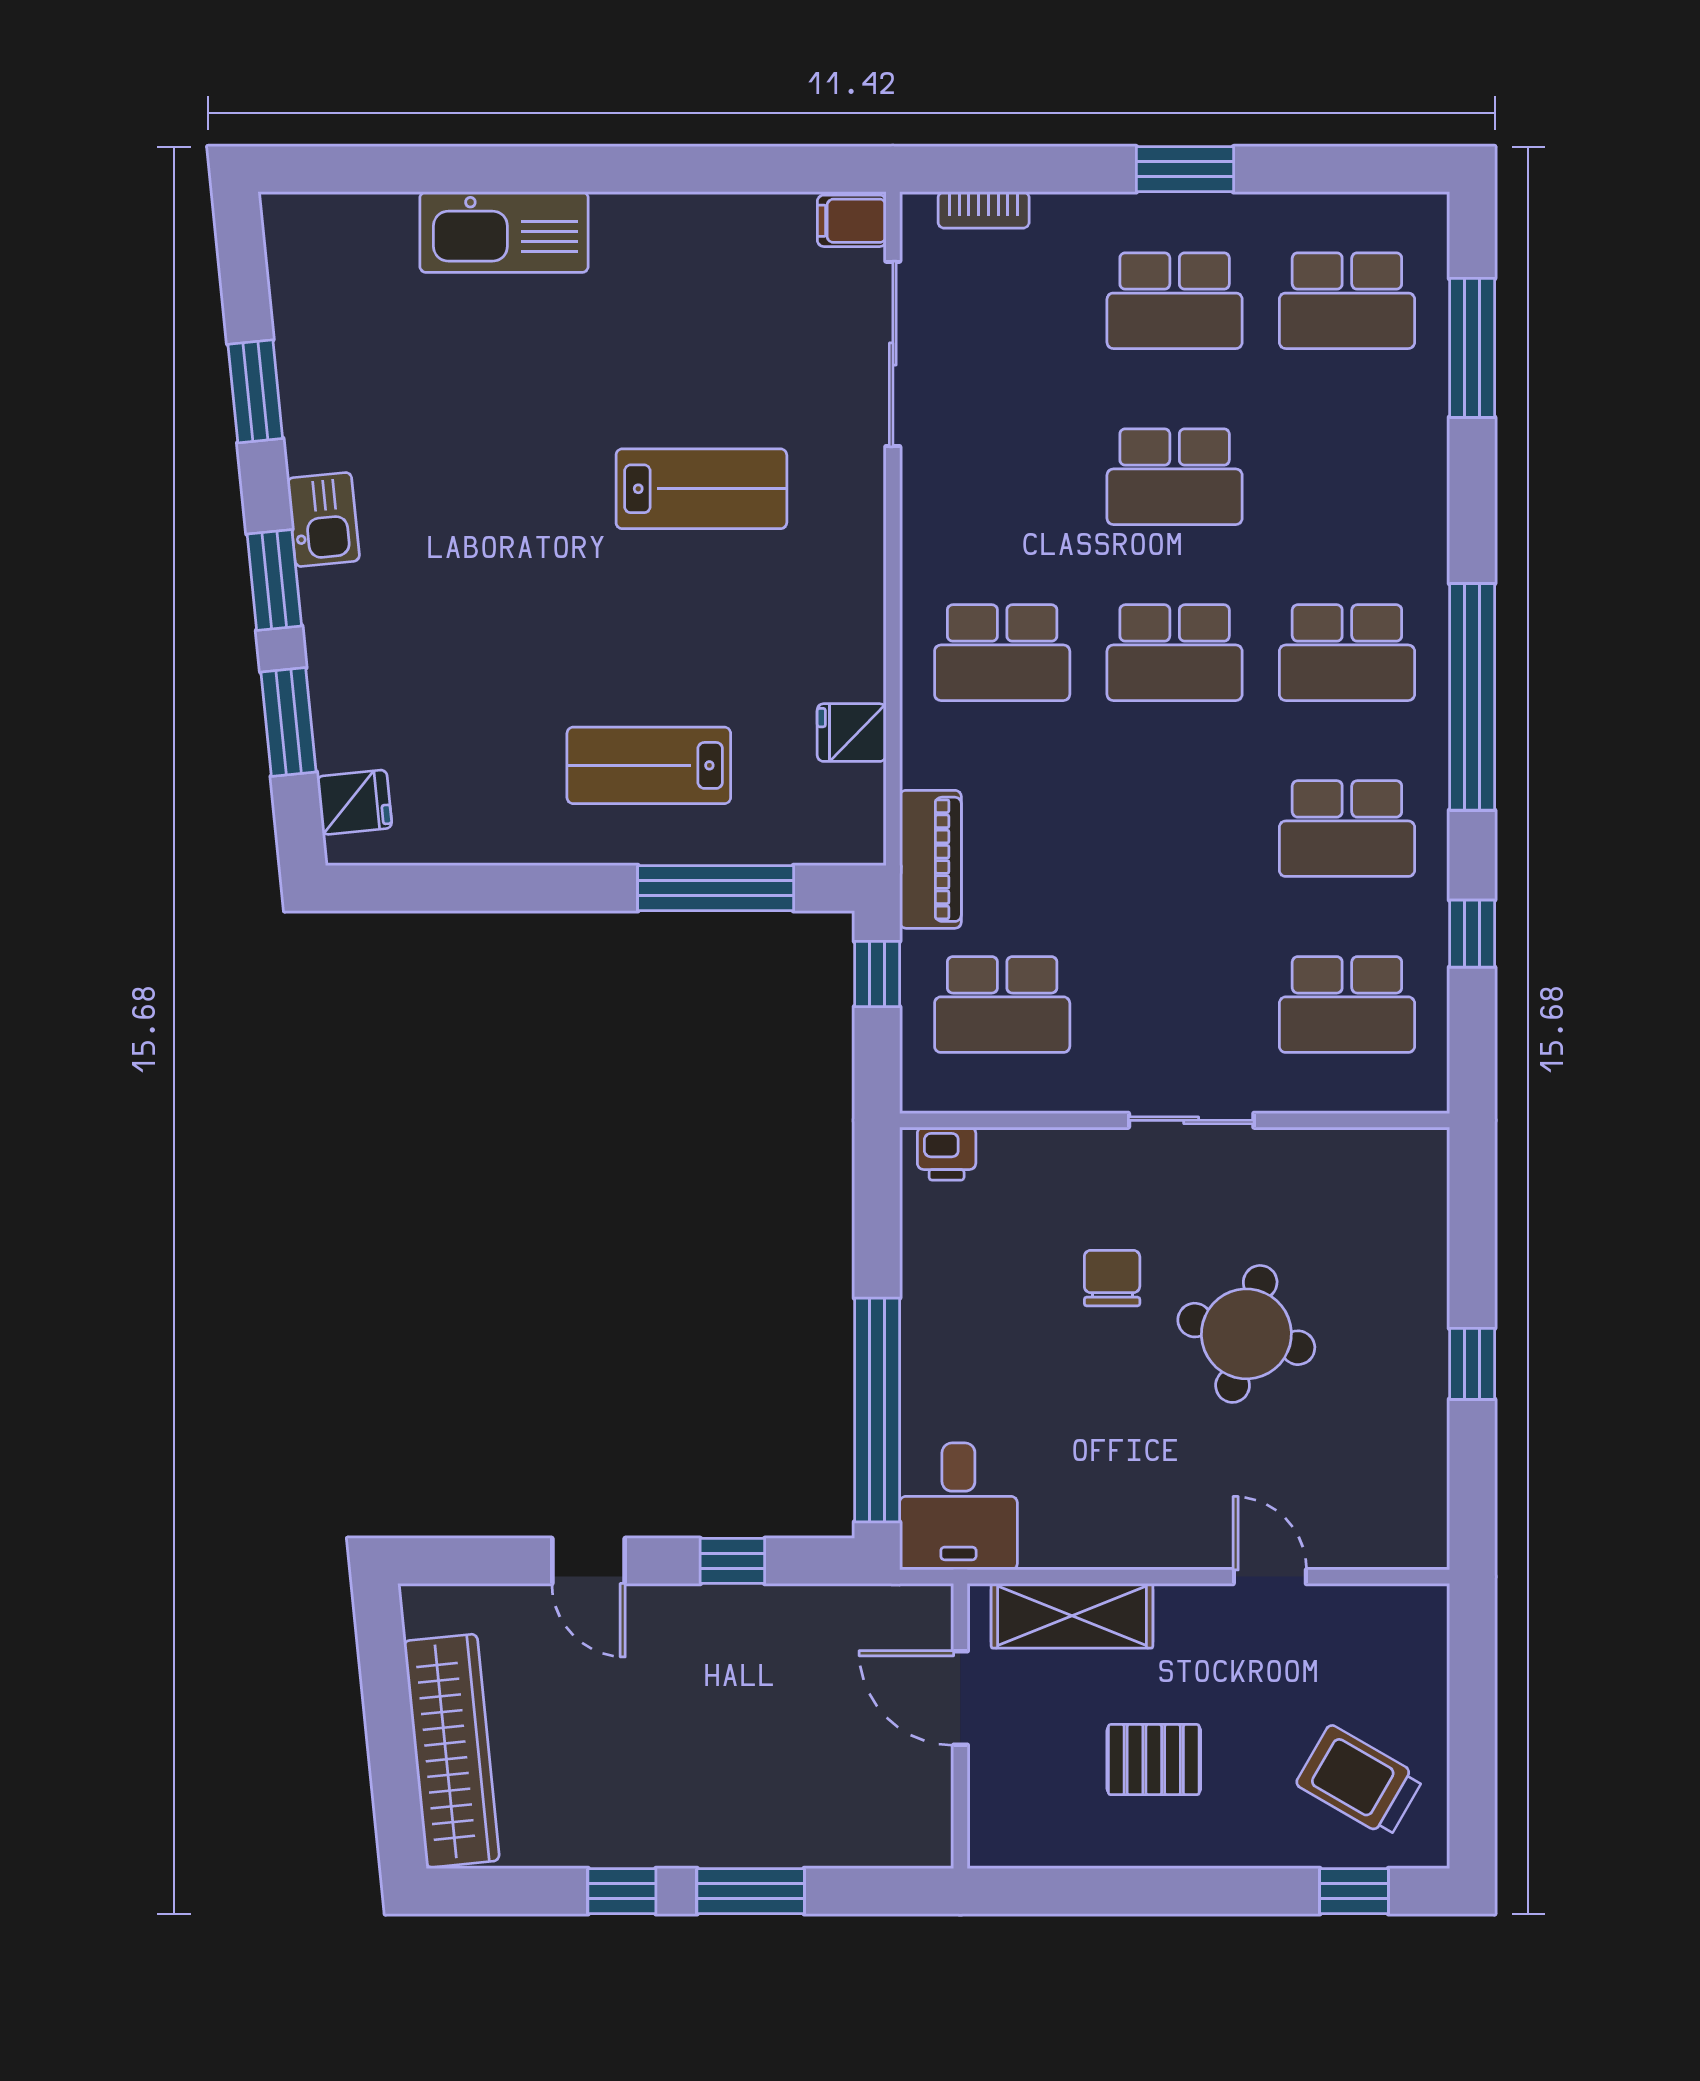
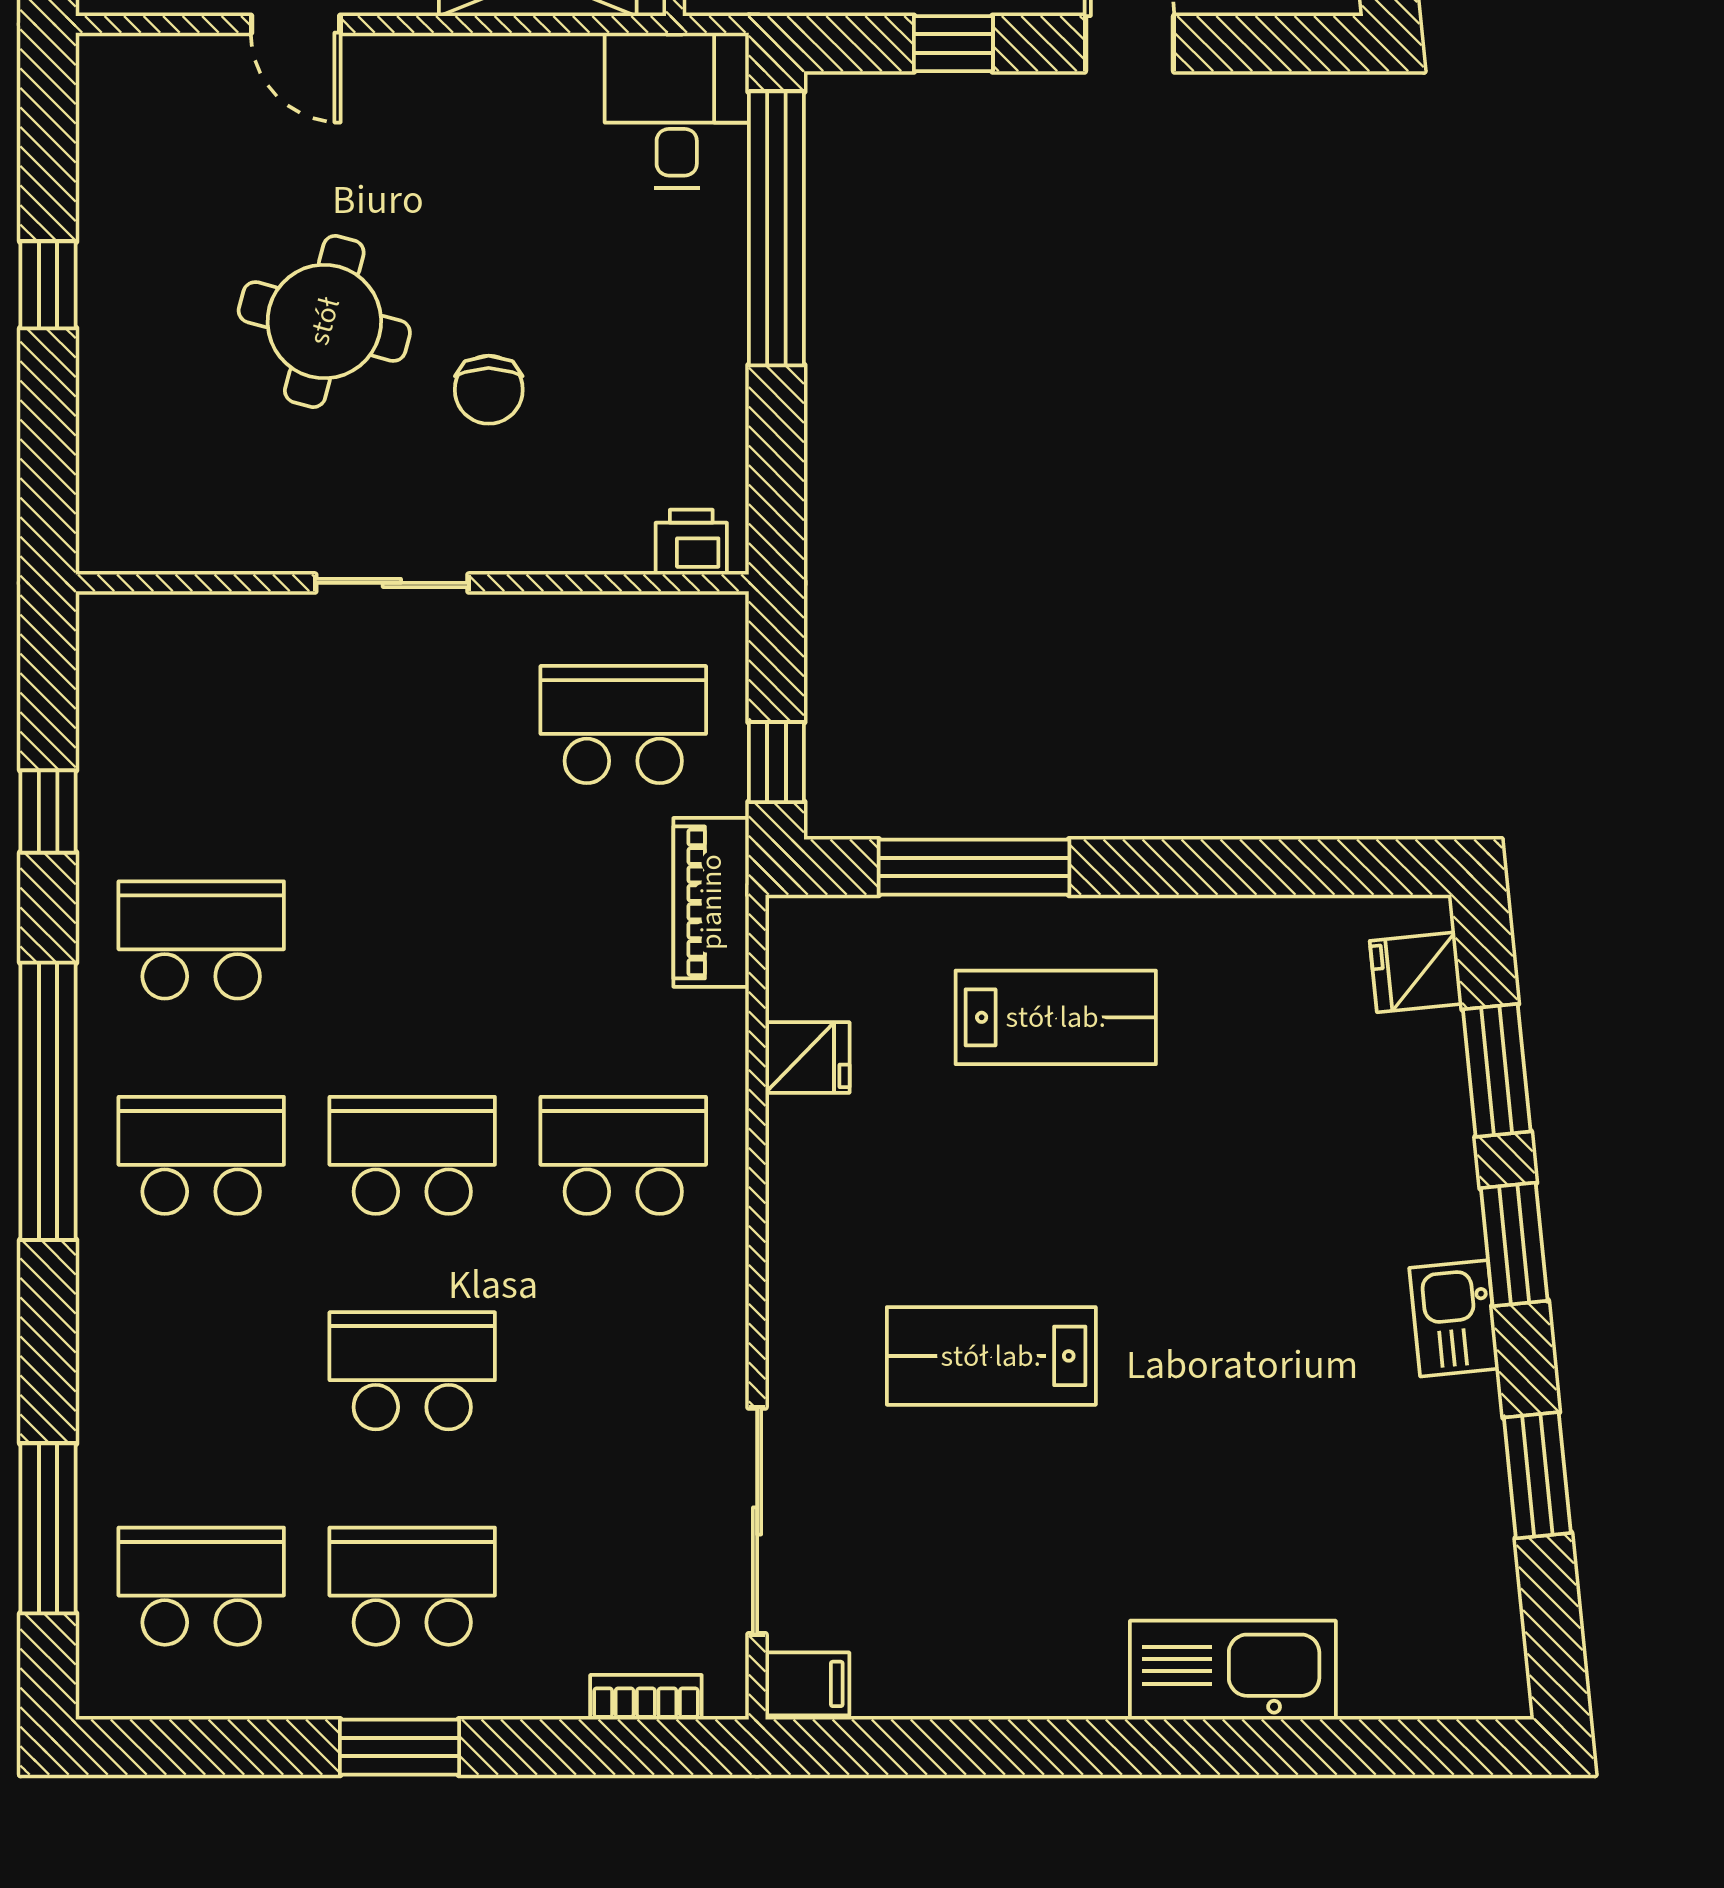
school desk: (1347, 1005) -> (201, 725), removed

